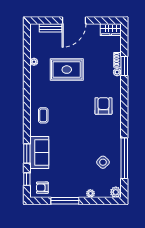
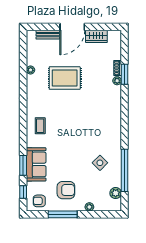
wardrobe: (111, 30) -> (96, 36), moved
armchair: (103, 106) -> (66, 190), moved, turned 90
side table: (103, 162) -> (100, 163), moved
plant: (116, 192) -> (116, 193), moved

